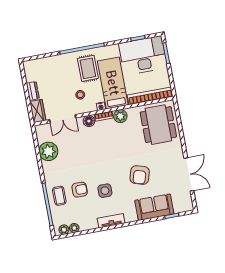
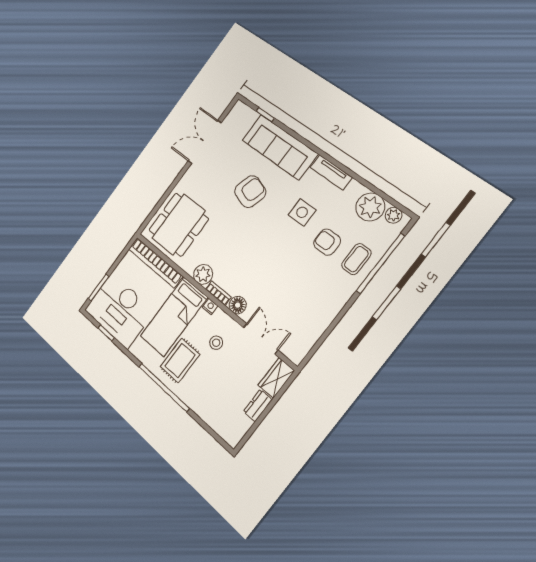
plant: (48, 151) -> (314, 321), removed
sofa: (154, 207) -> (280, 147), width x1.36
plant: (74, 228) -> (370, 207), width x1.87, depth x1.87

